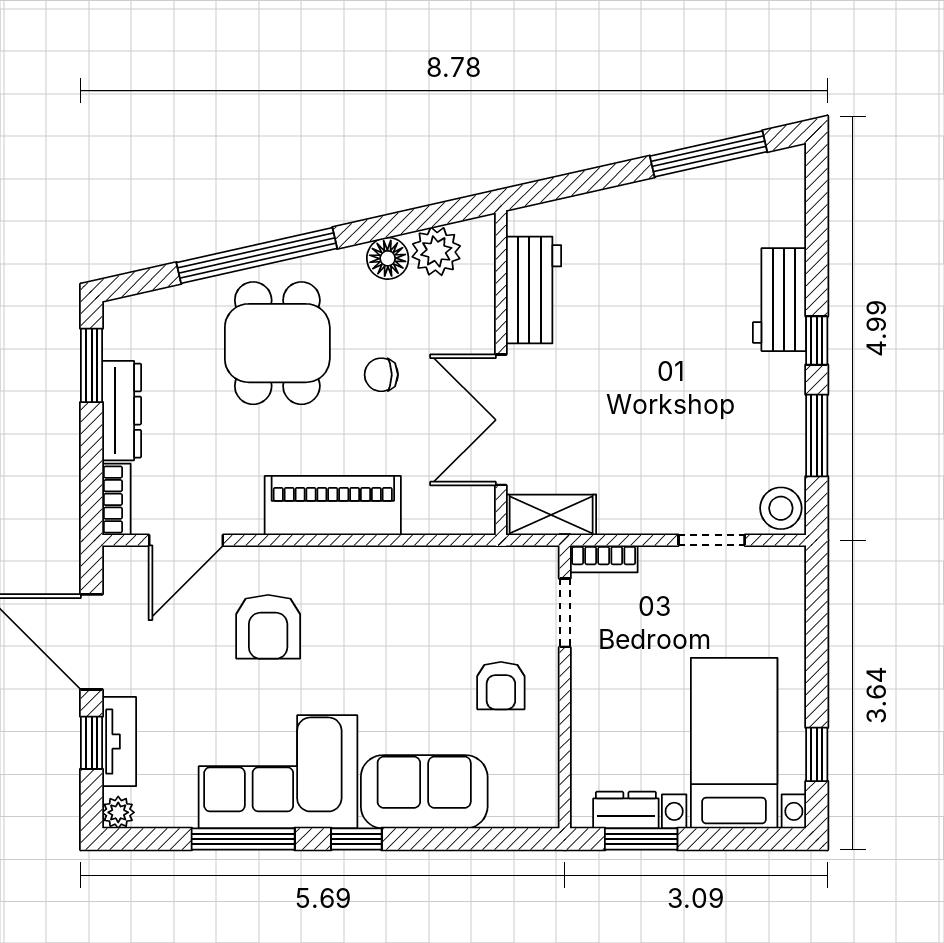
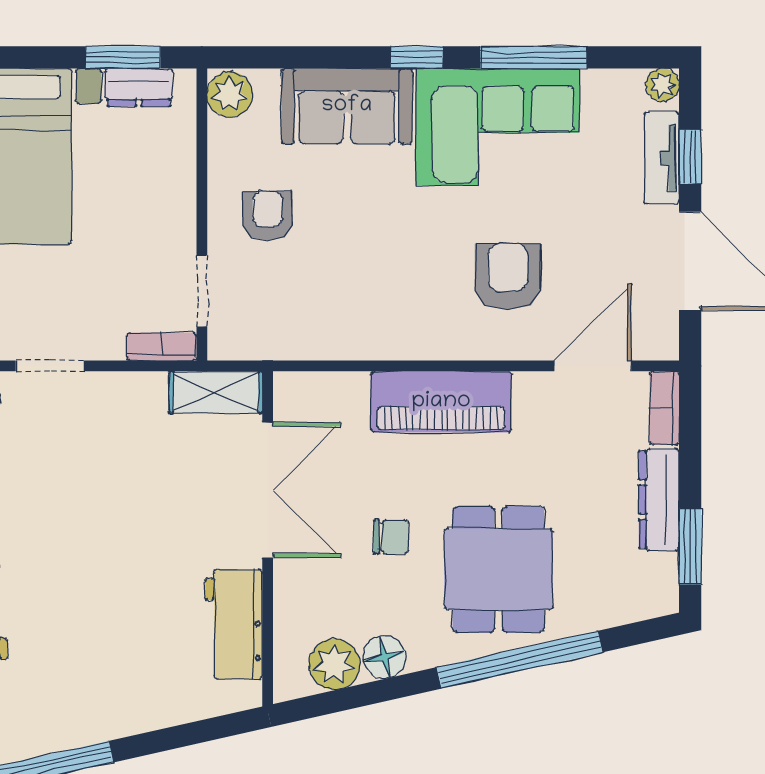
plant: (538, 803) -> (230, 94), added

